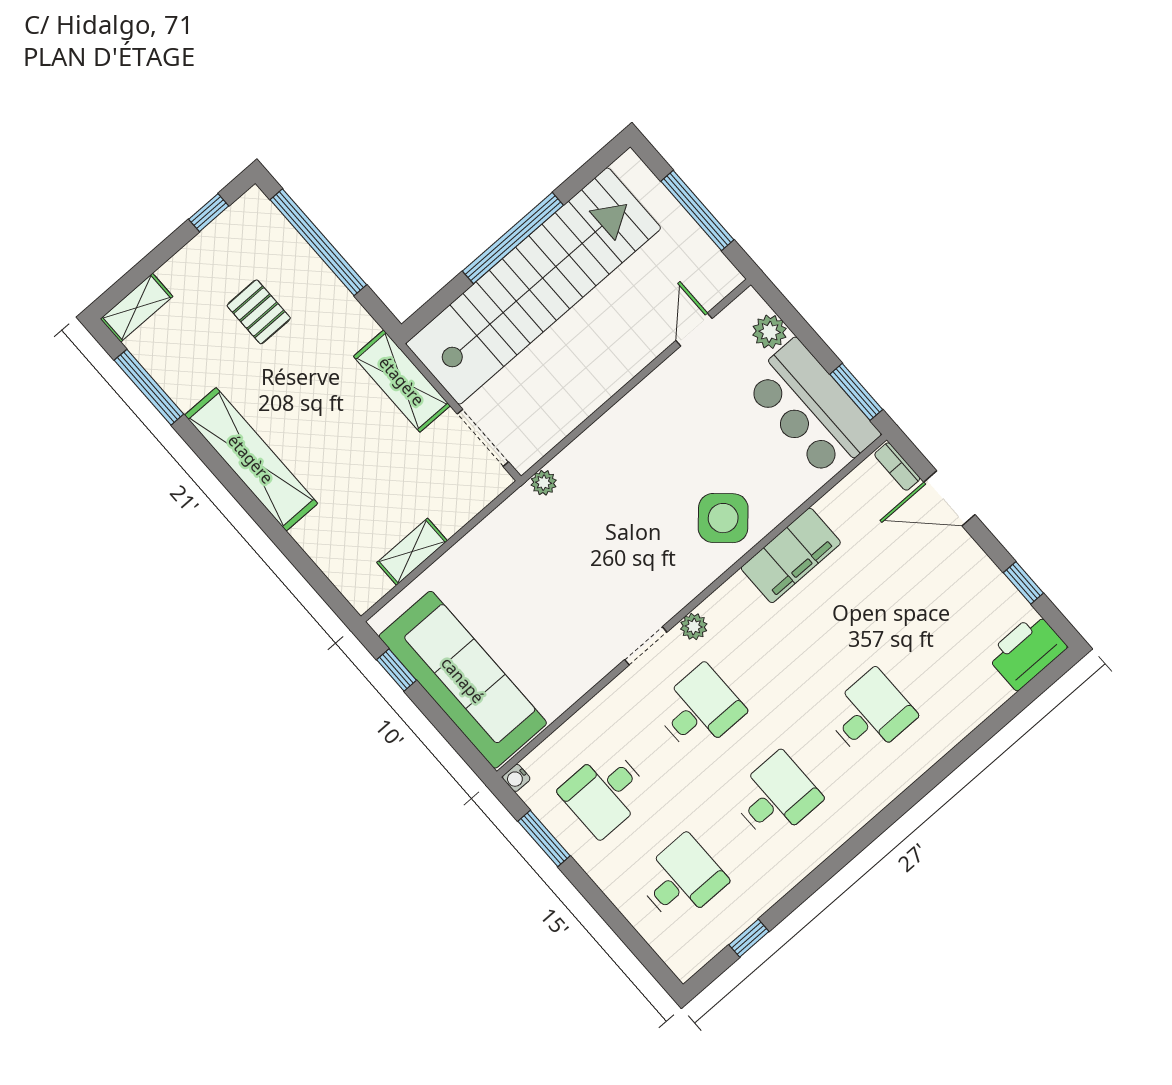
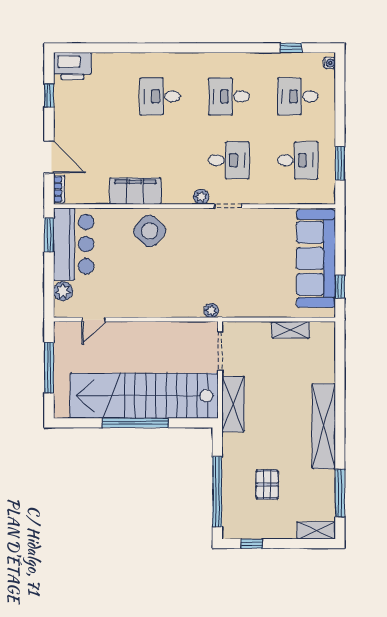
desk: (699, 710) -> (229, 160), turned 180
water cooler: (516, 778) -> (329, 63), moved

